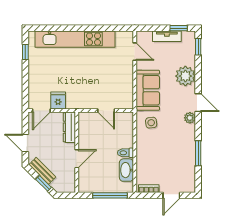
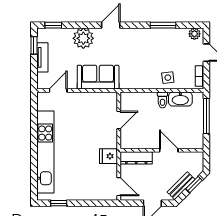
fridge: (58, 100) -> (109, 156), moved
plant: (190, 118) -> (194, 34), moved
side table: (151, 123) -> (168, 78), moved

